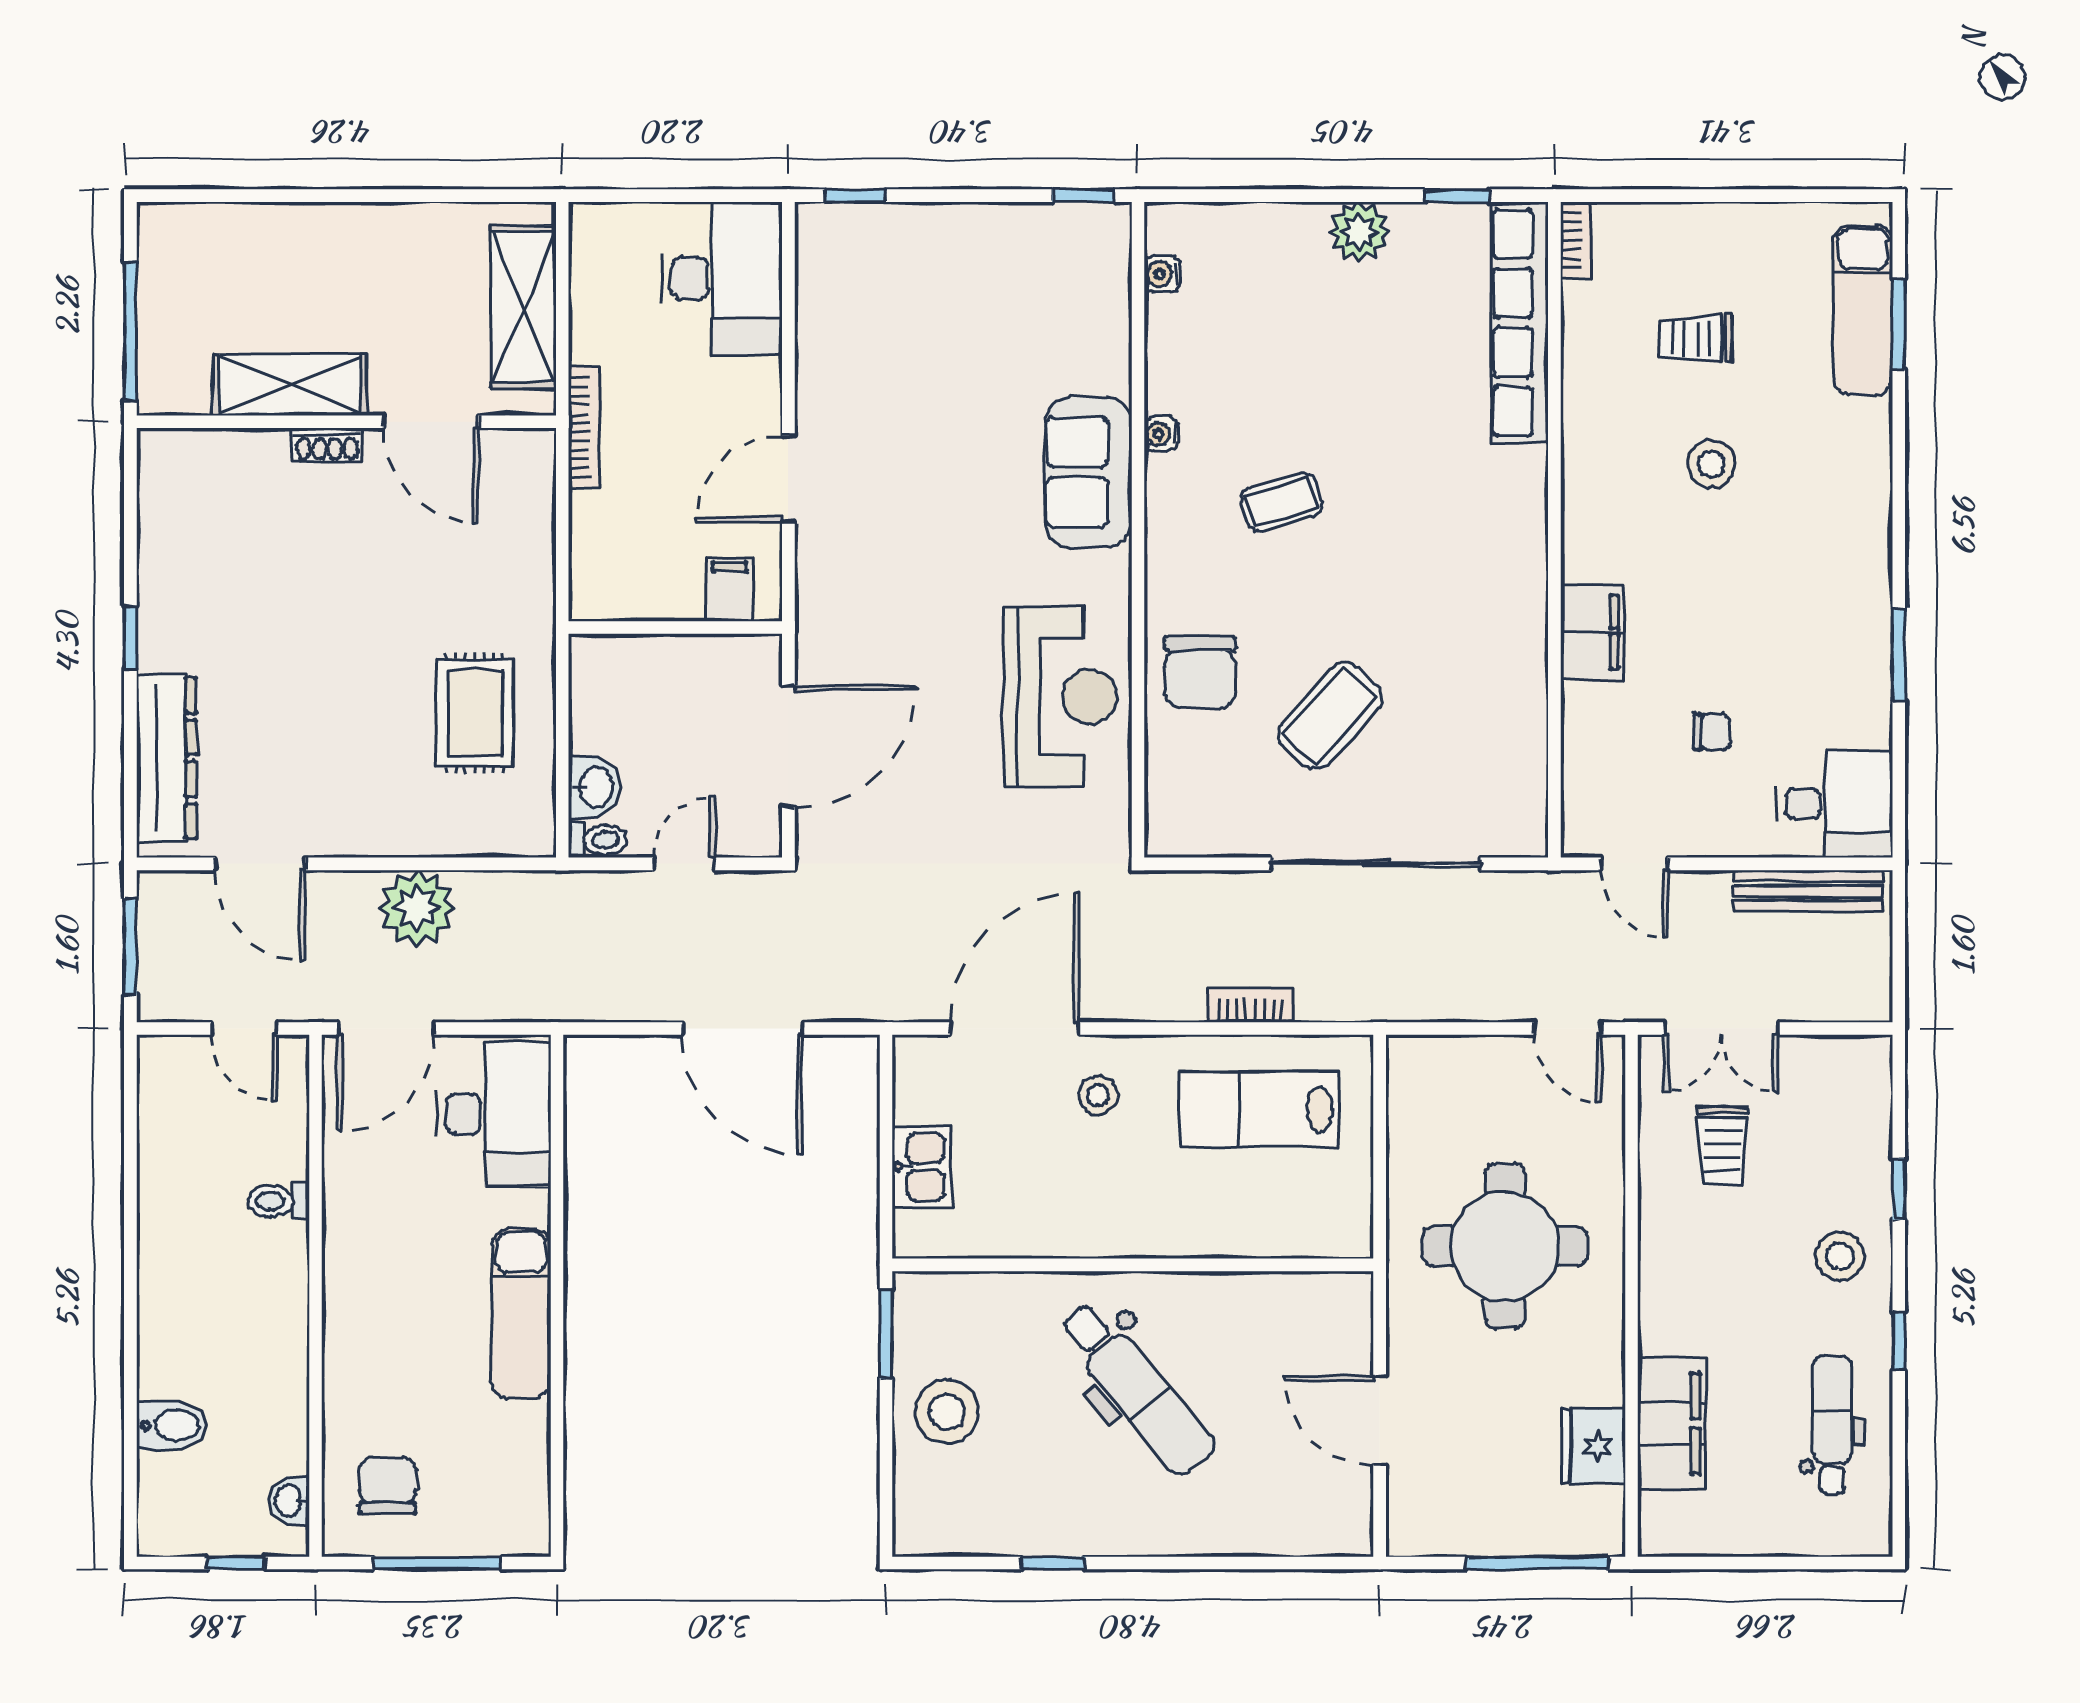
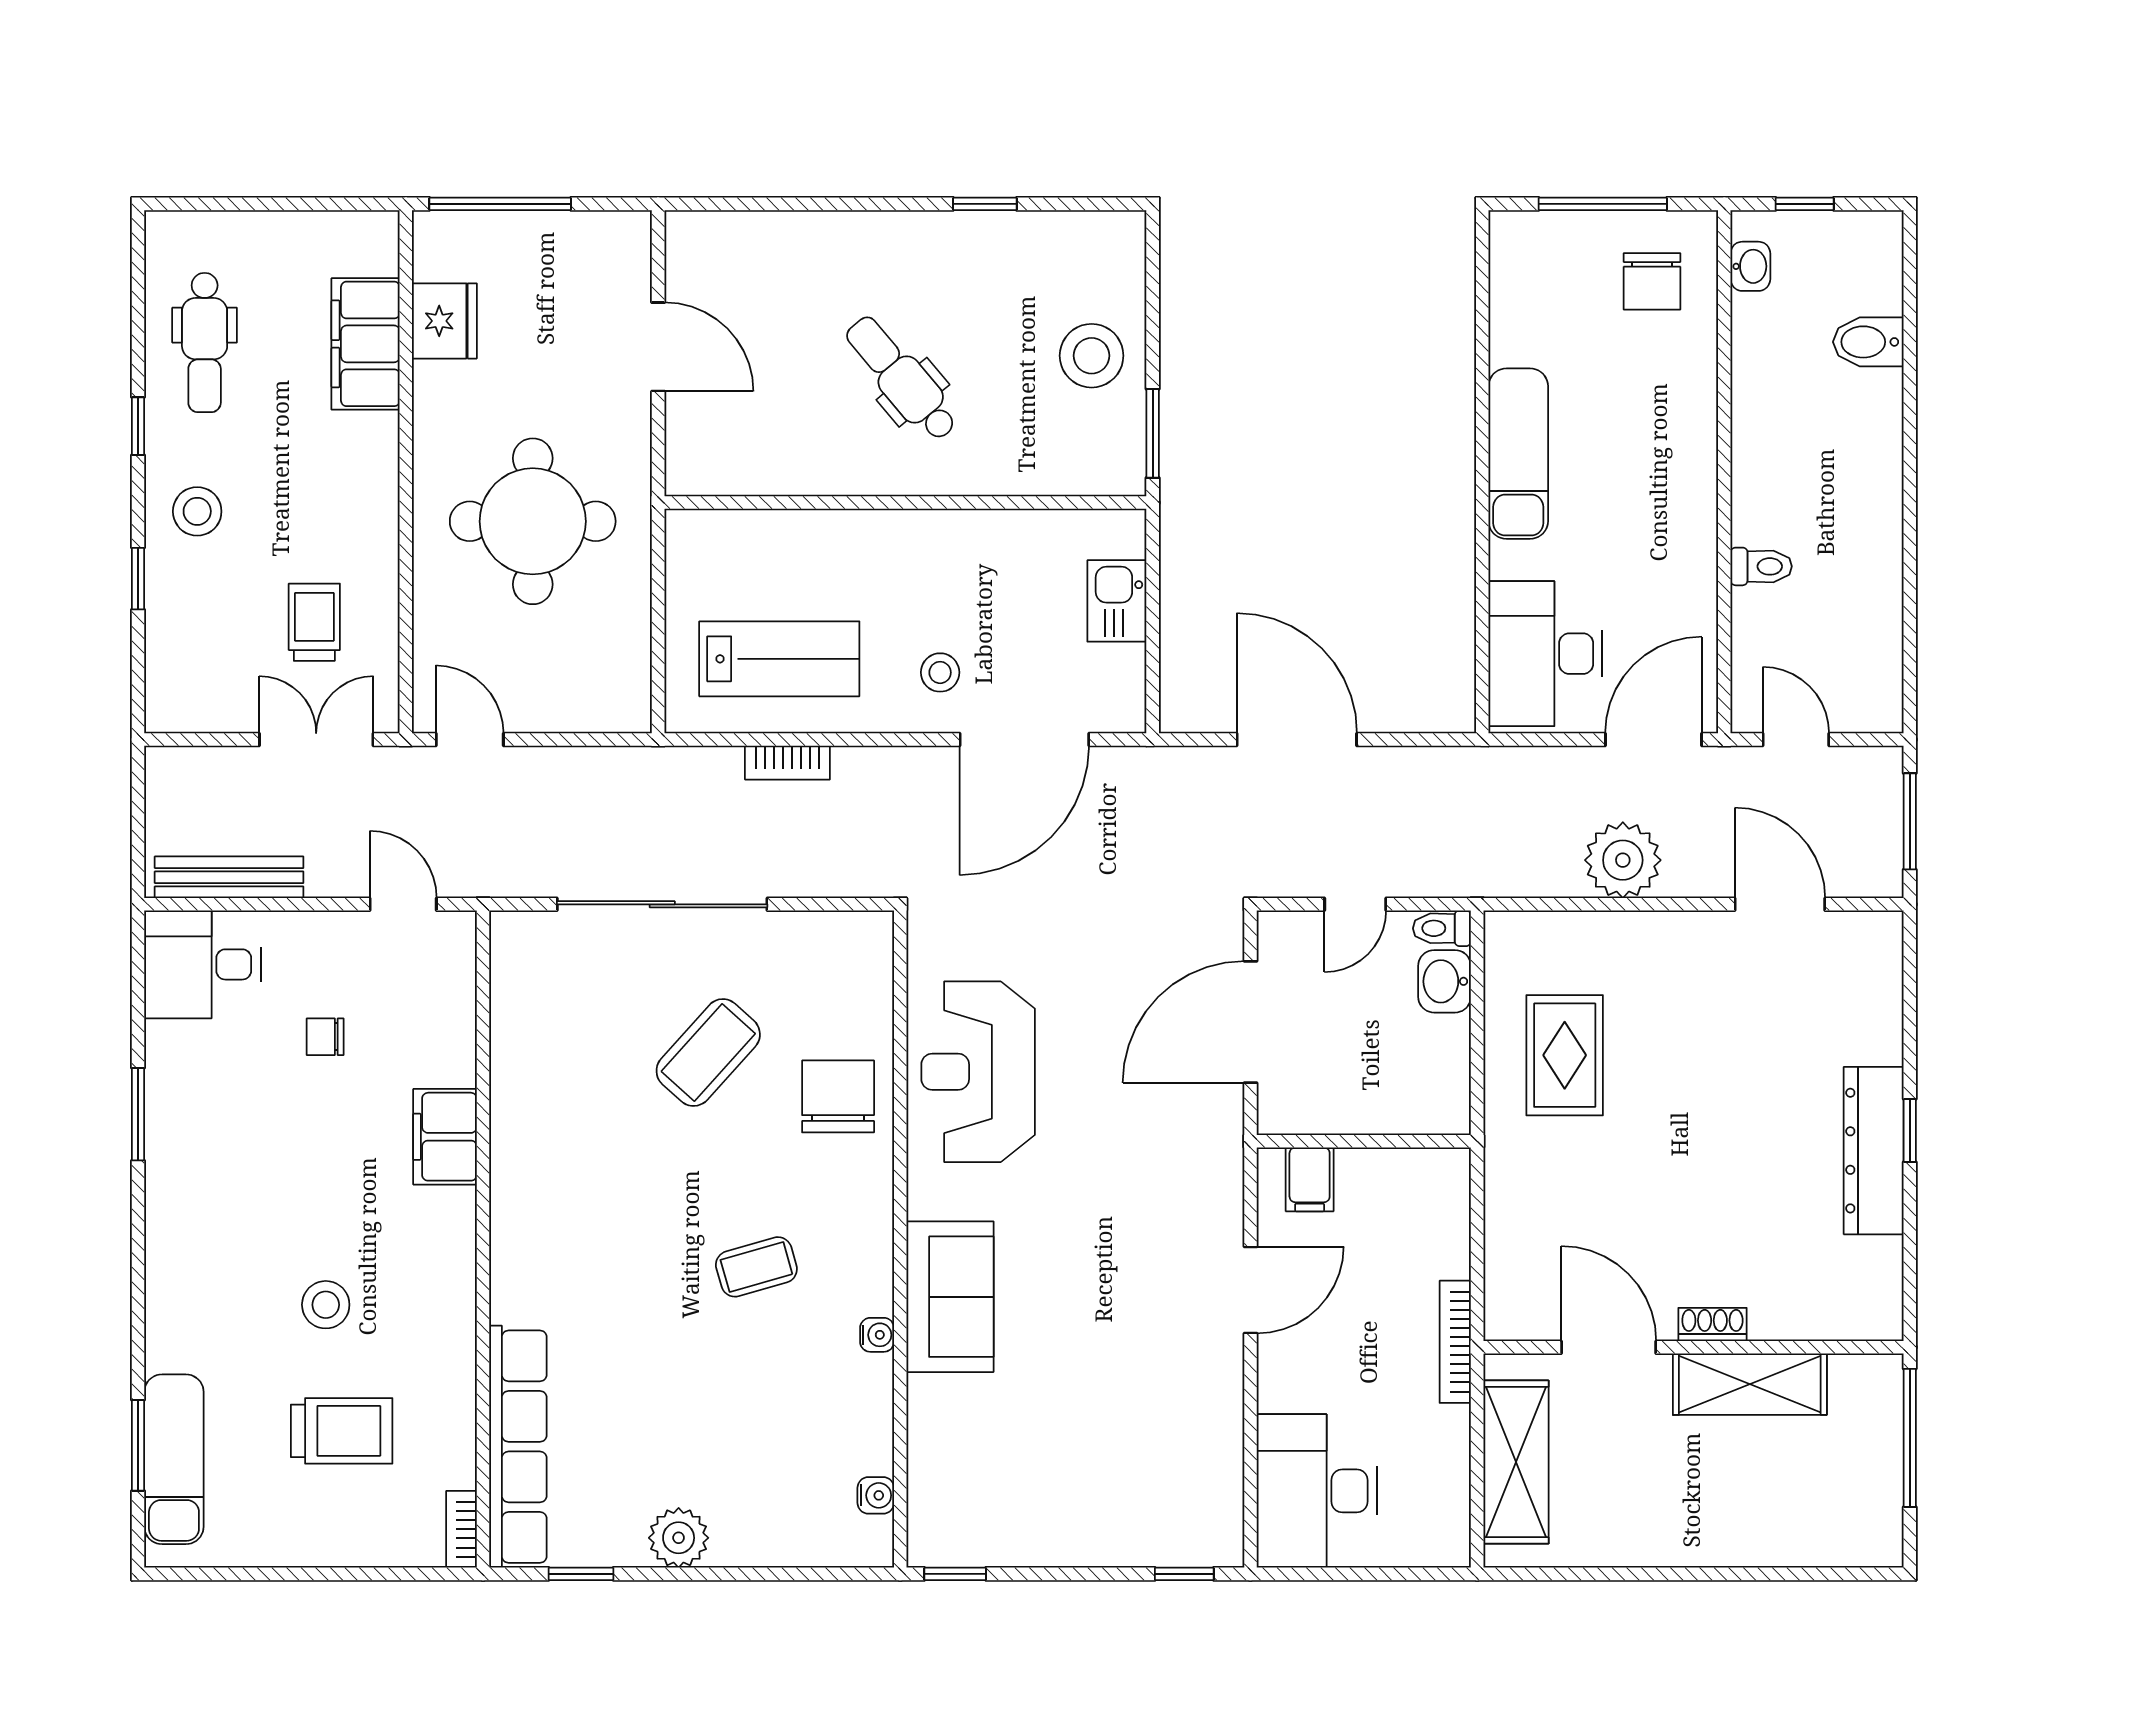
trolley: (1696, 338) -> (342, 1431), width x1.36, depth x1.39
dresser: (166, 758) -> (1874, 1151), moved
dental chair: (1137, 1389) -> (901, 379), width x0.73, depth x0.72

